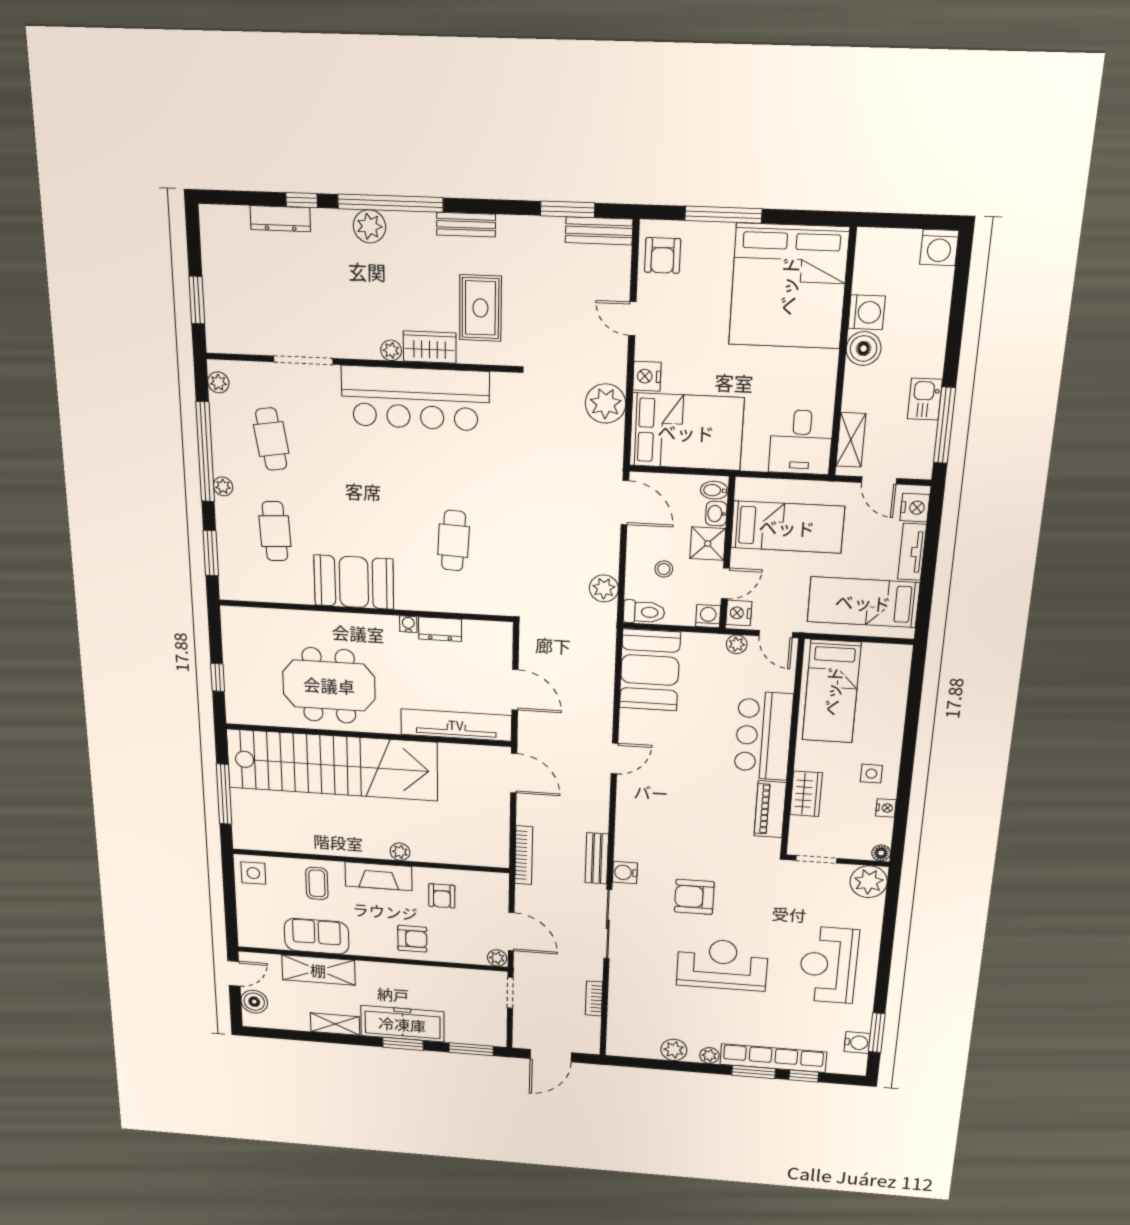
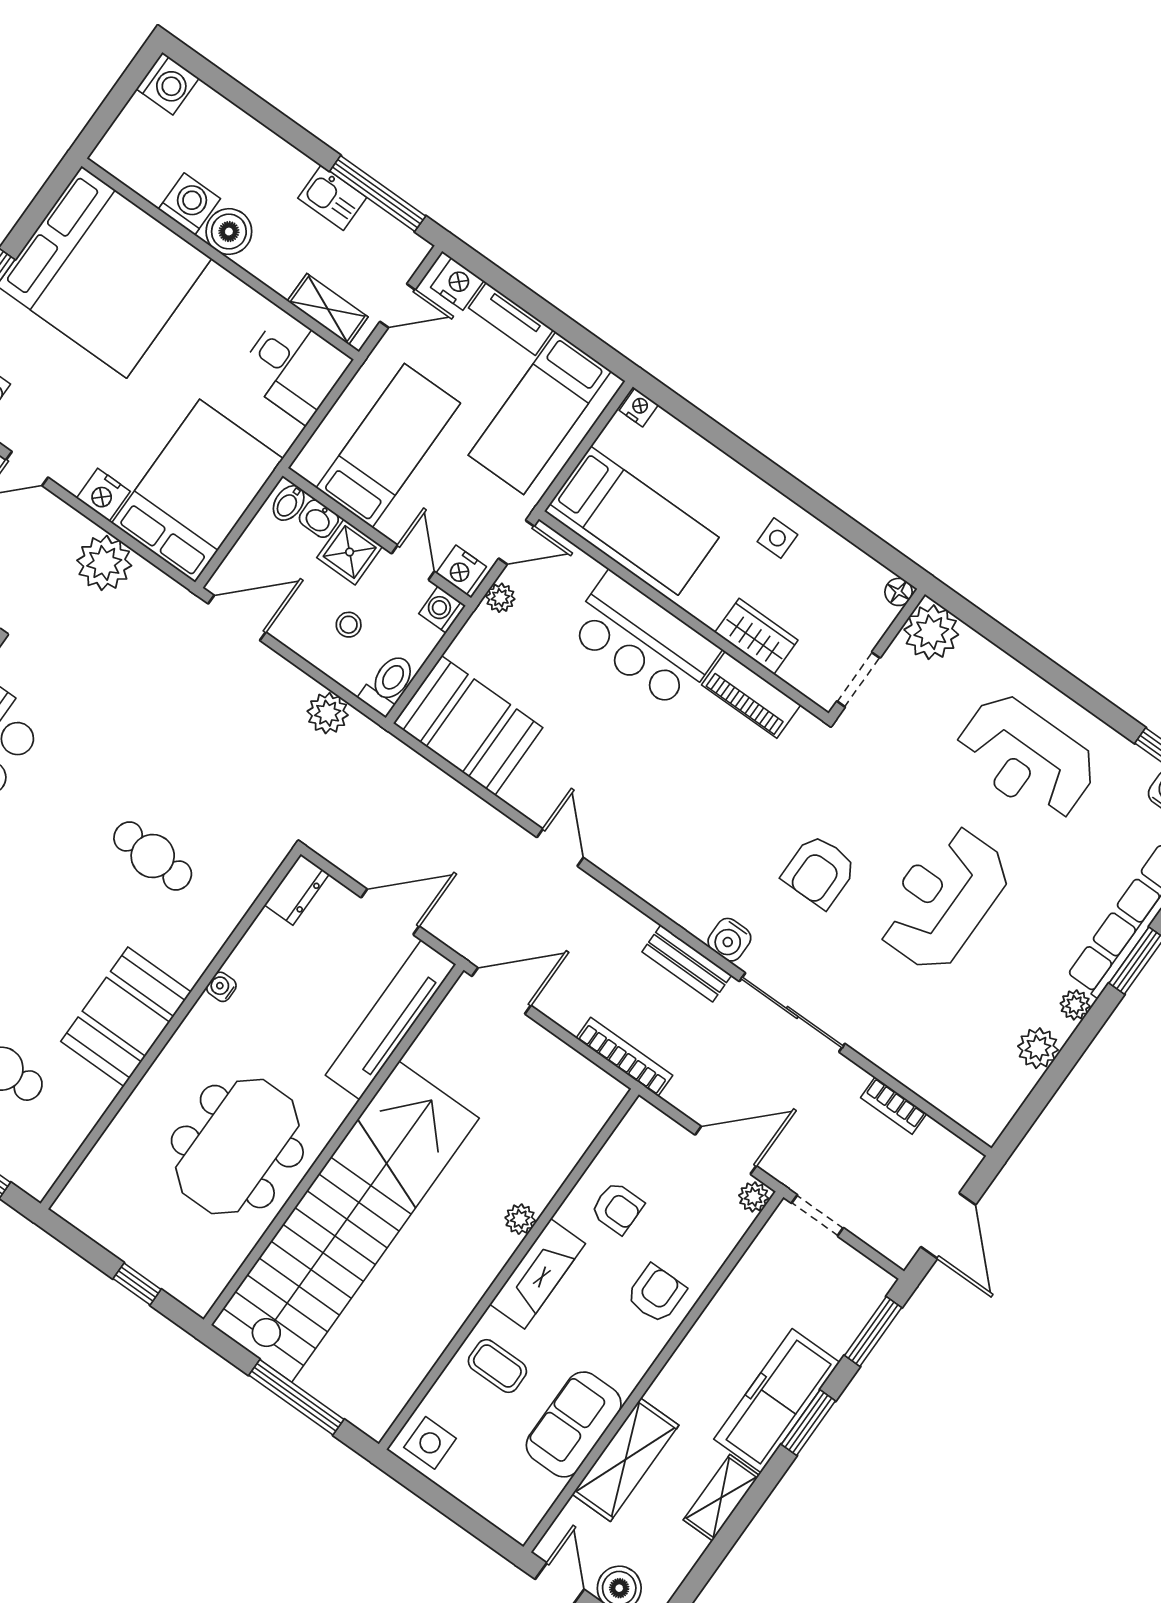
dresser: (440, 629) -> (297, 890), moved
nightstand: (886, 808) -> (639, 408), moved

